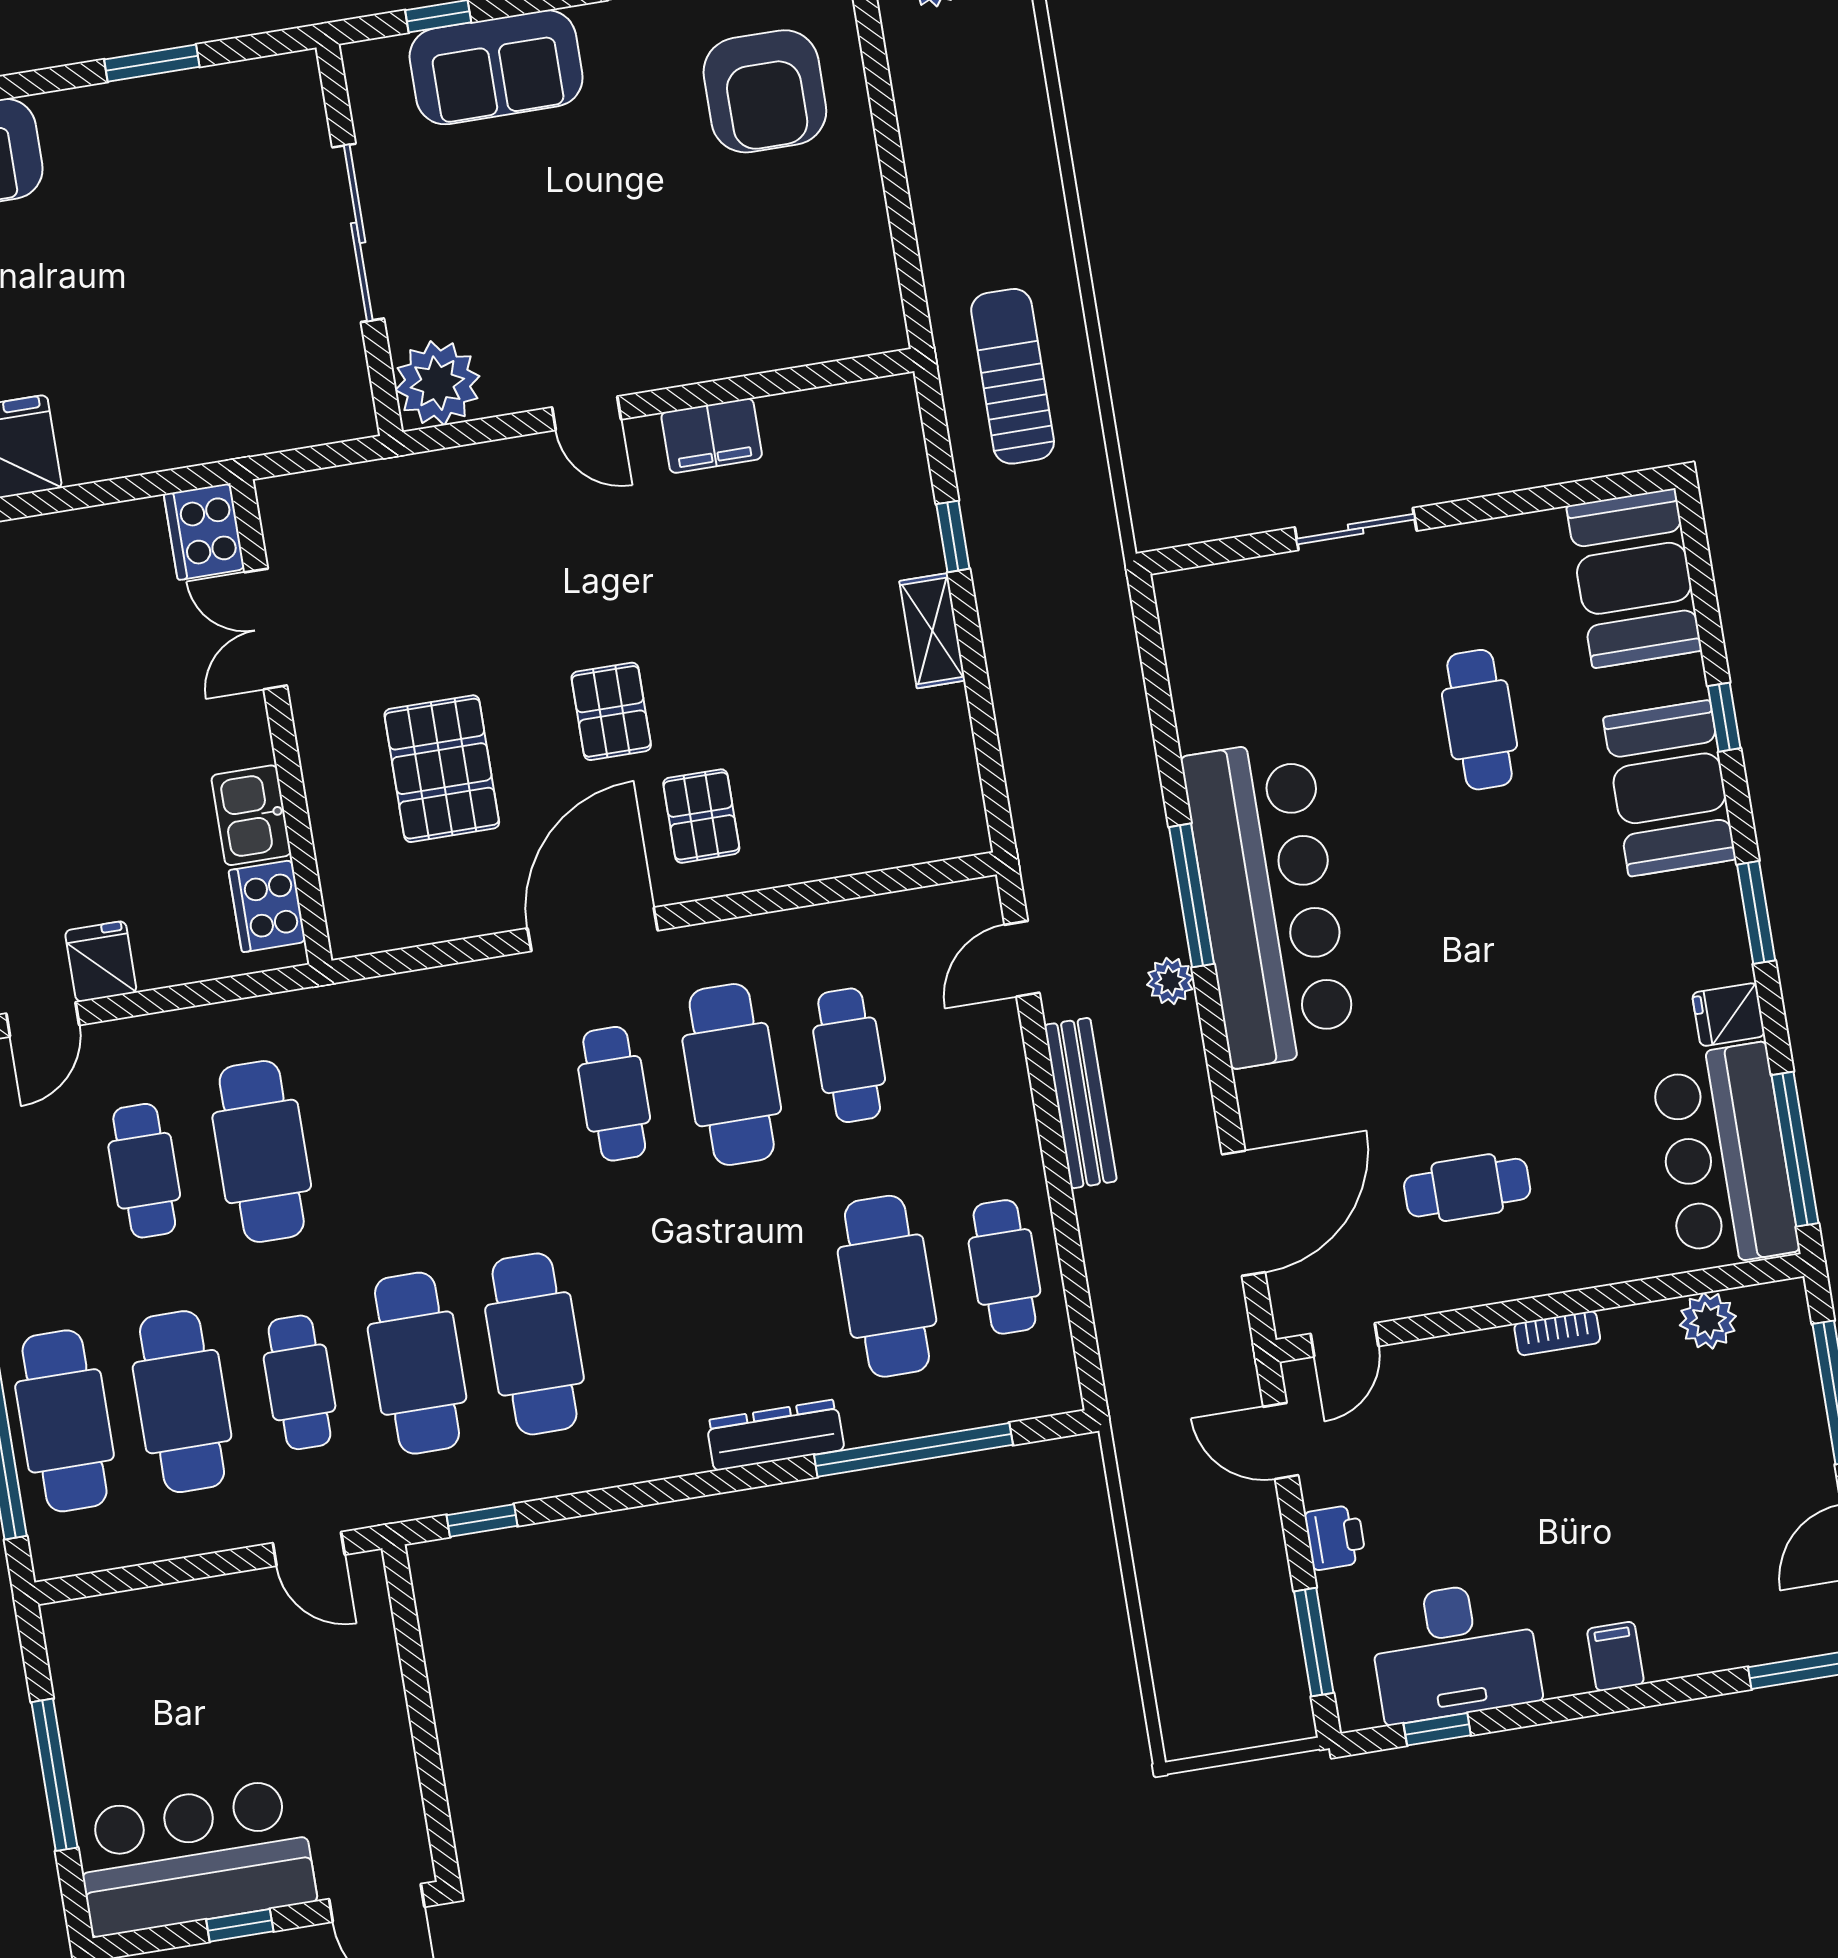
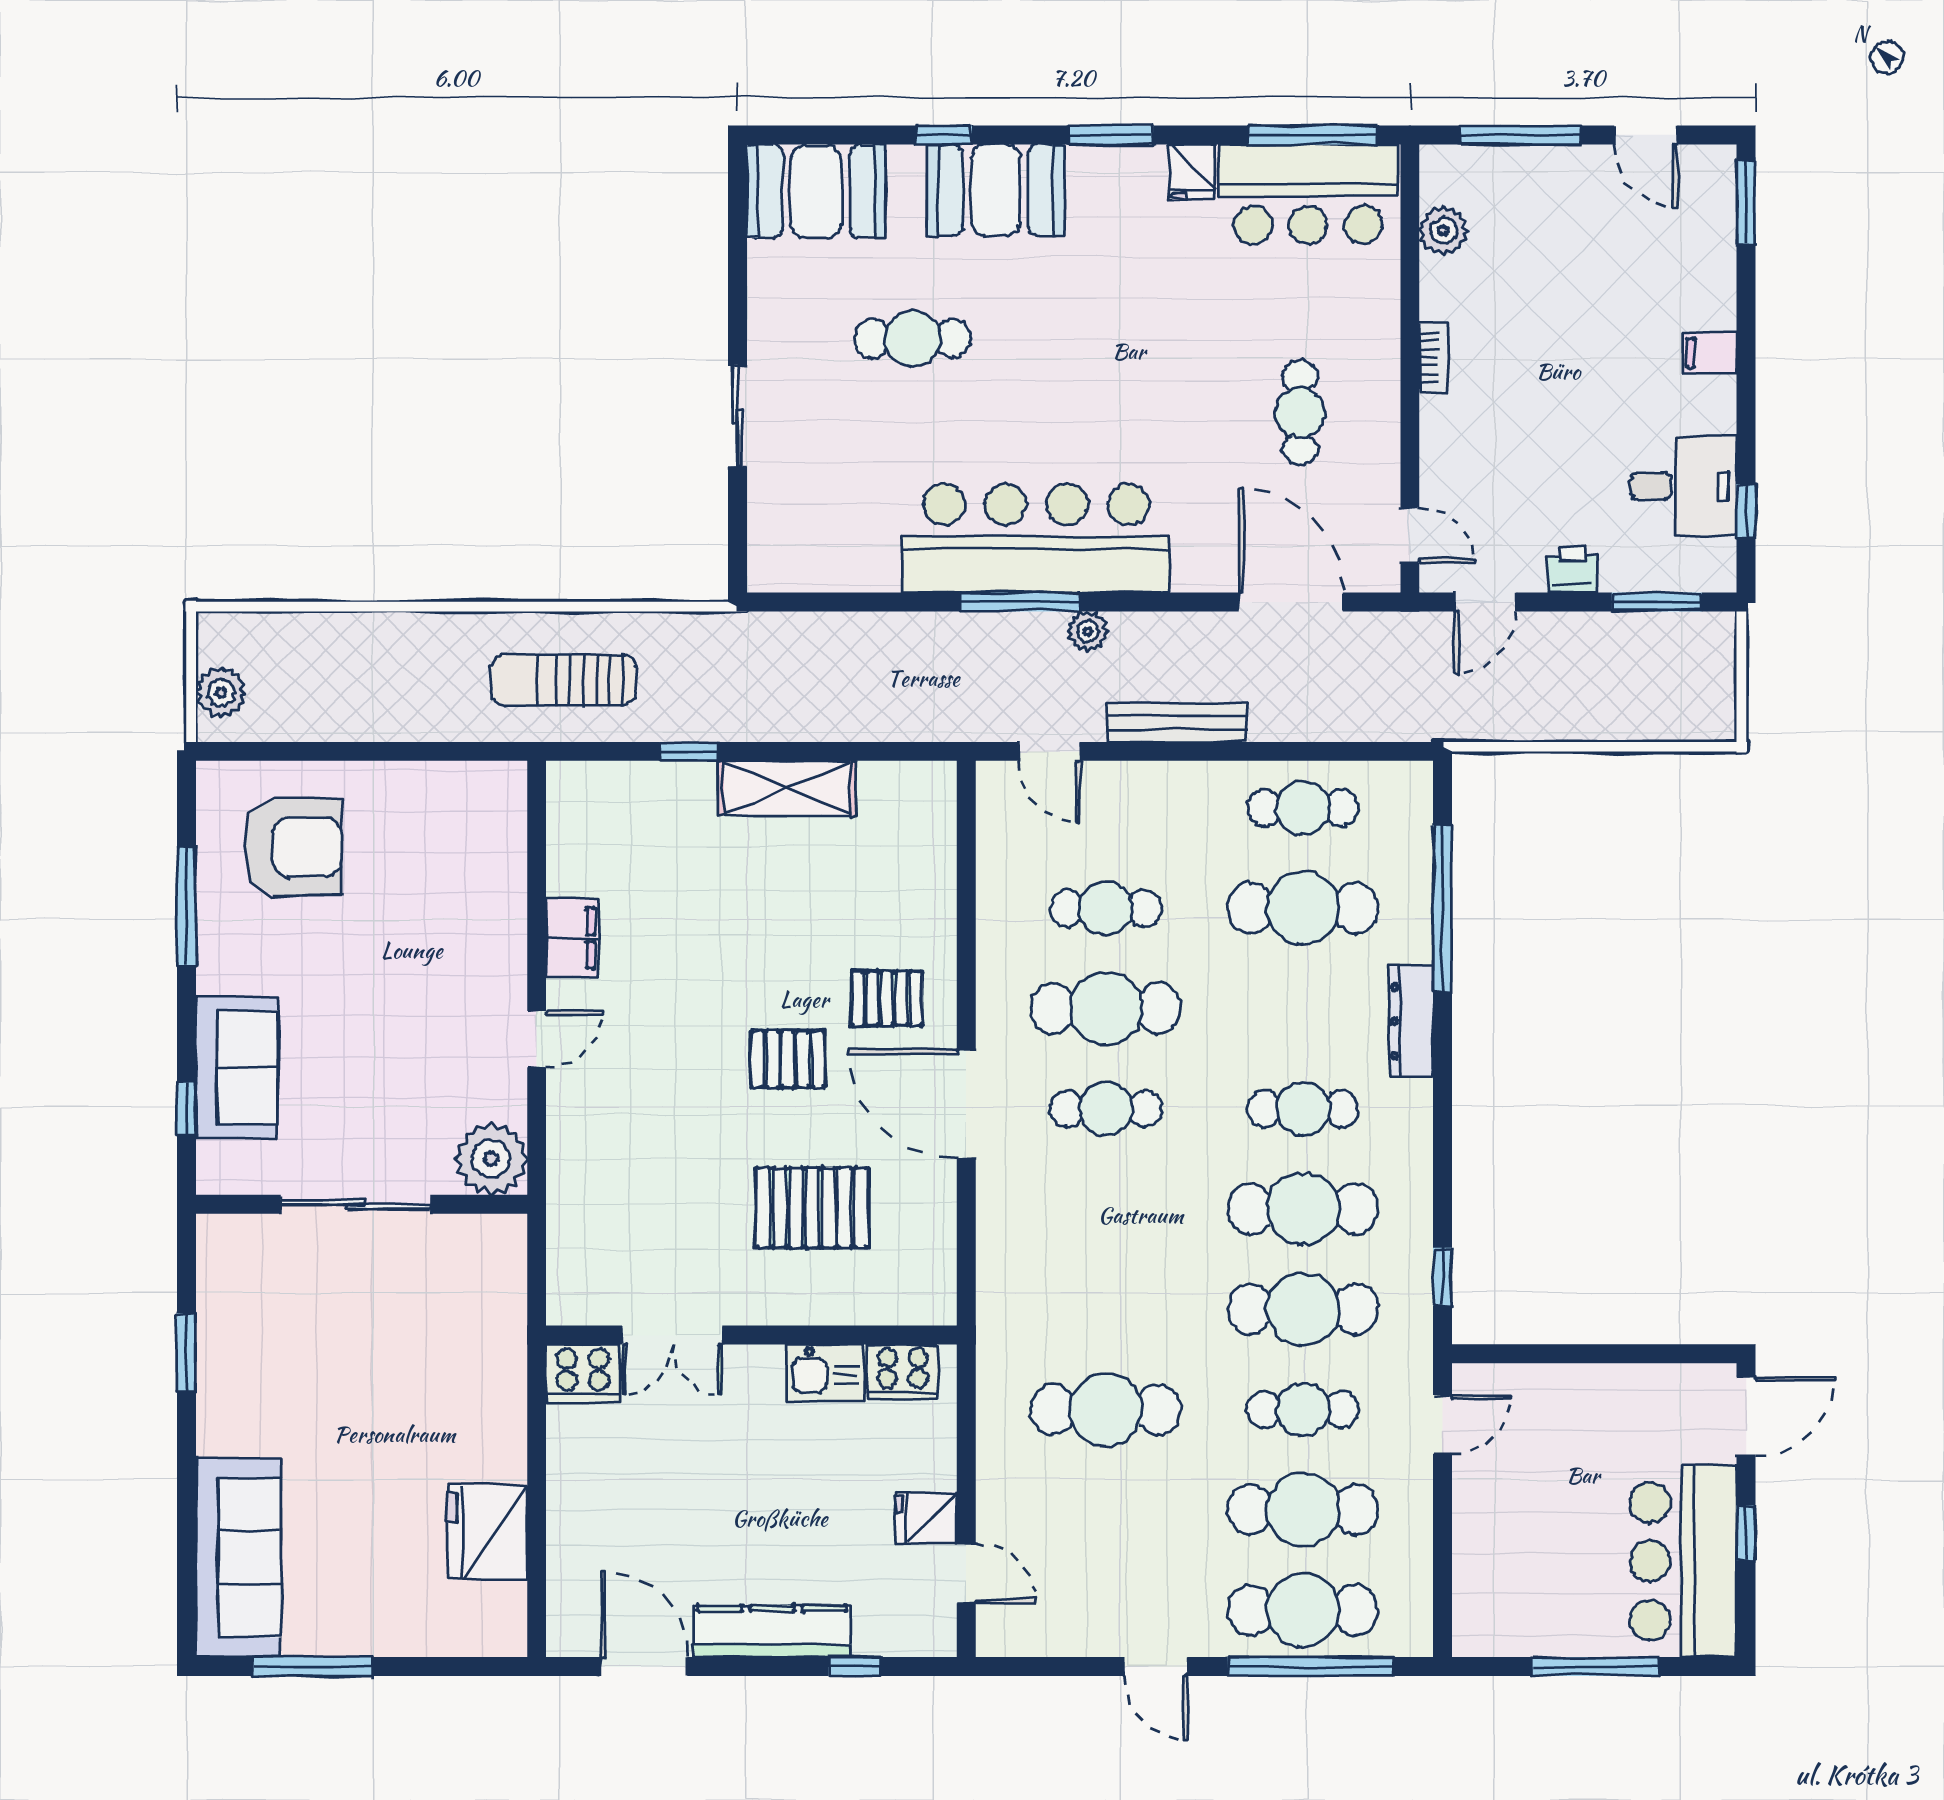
shelving: (932, 631) -> (787, 788), width x1.50, depth x1.33
cafe table: (144, 1171) -> (1303, 1109), moved
desk: (1455, 1651) -> (1684, 486), width x0.73

